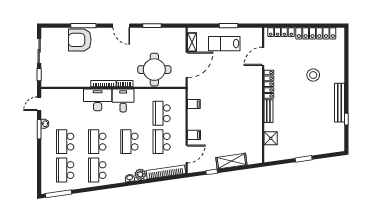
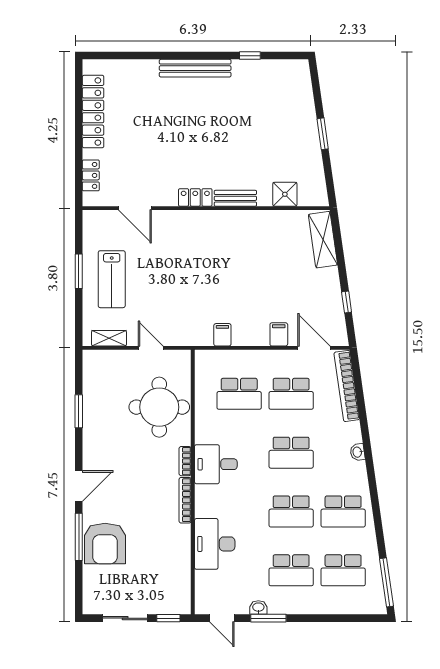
door: (121, 26) -> (79, 486), moved
locker: (281, 32) -> (91, 175), width x0.66
door: (187, 65) -> (151, 348), width x0.53
stool: (313, 75) -> (169, 116), removed
locker: (269, 84) -> (195, 197), width x0.66
desk: (98, 100) -> (215, 544), moved
bench: (340, 103) -> (195, 68), moved
shelving: (231, 161) -> (323, 240), moved
plant: (140, 174) -> (351, 433), removed

